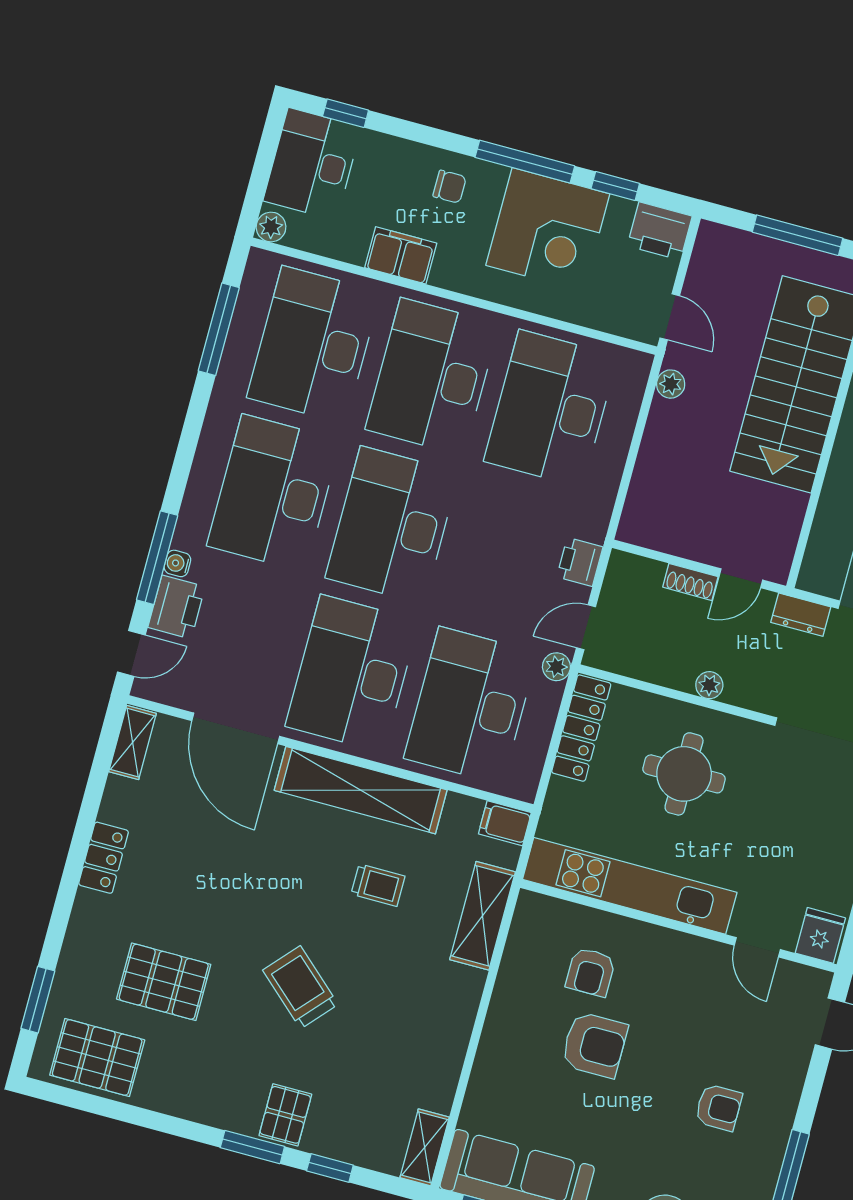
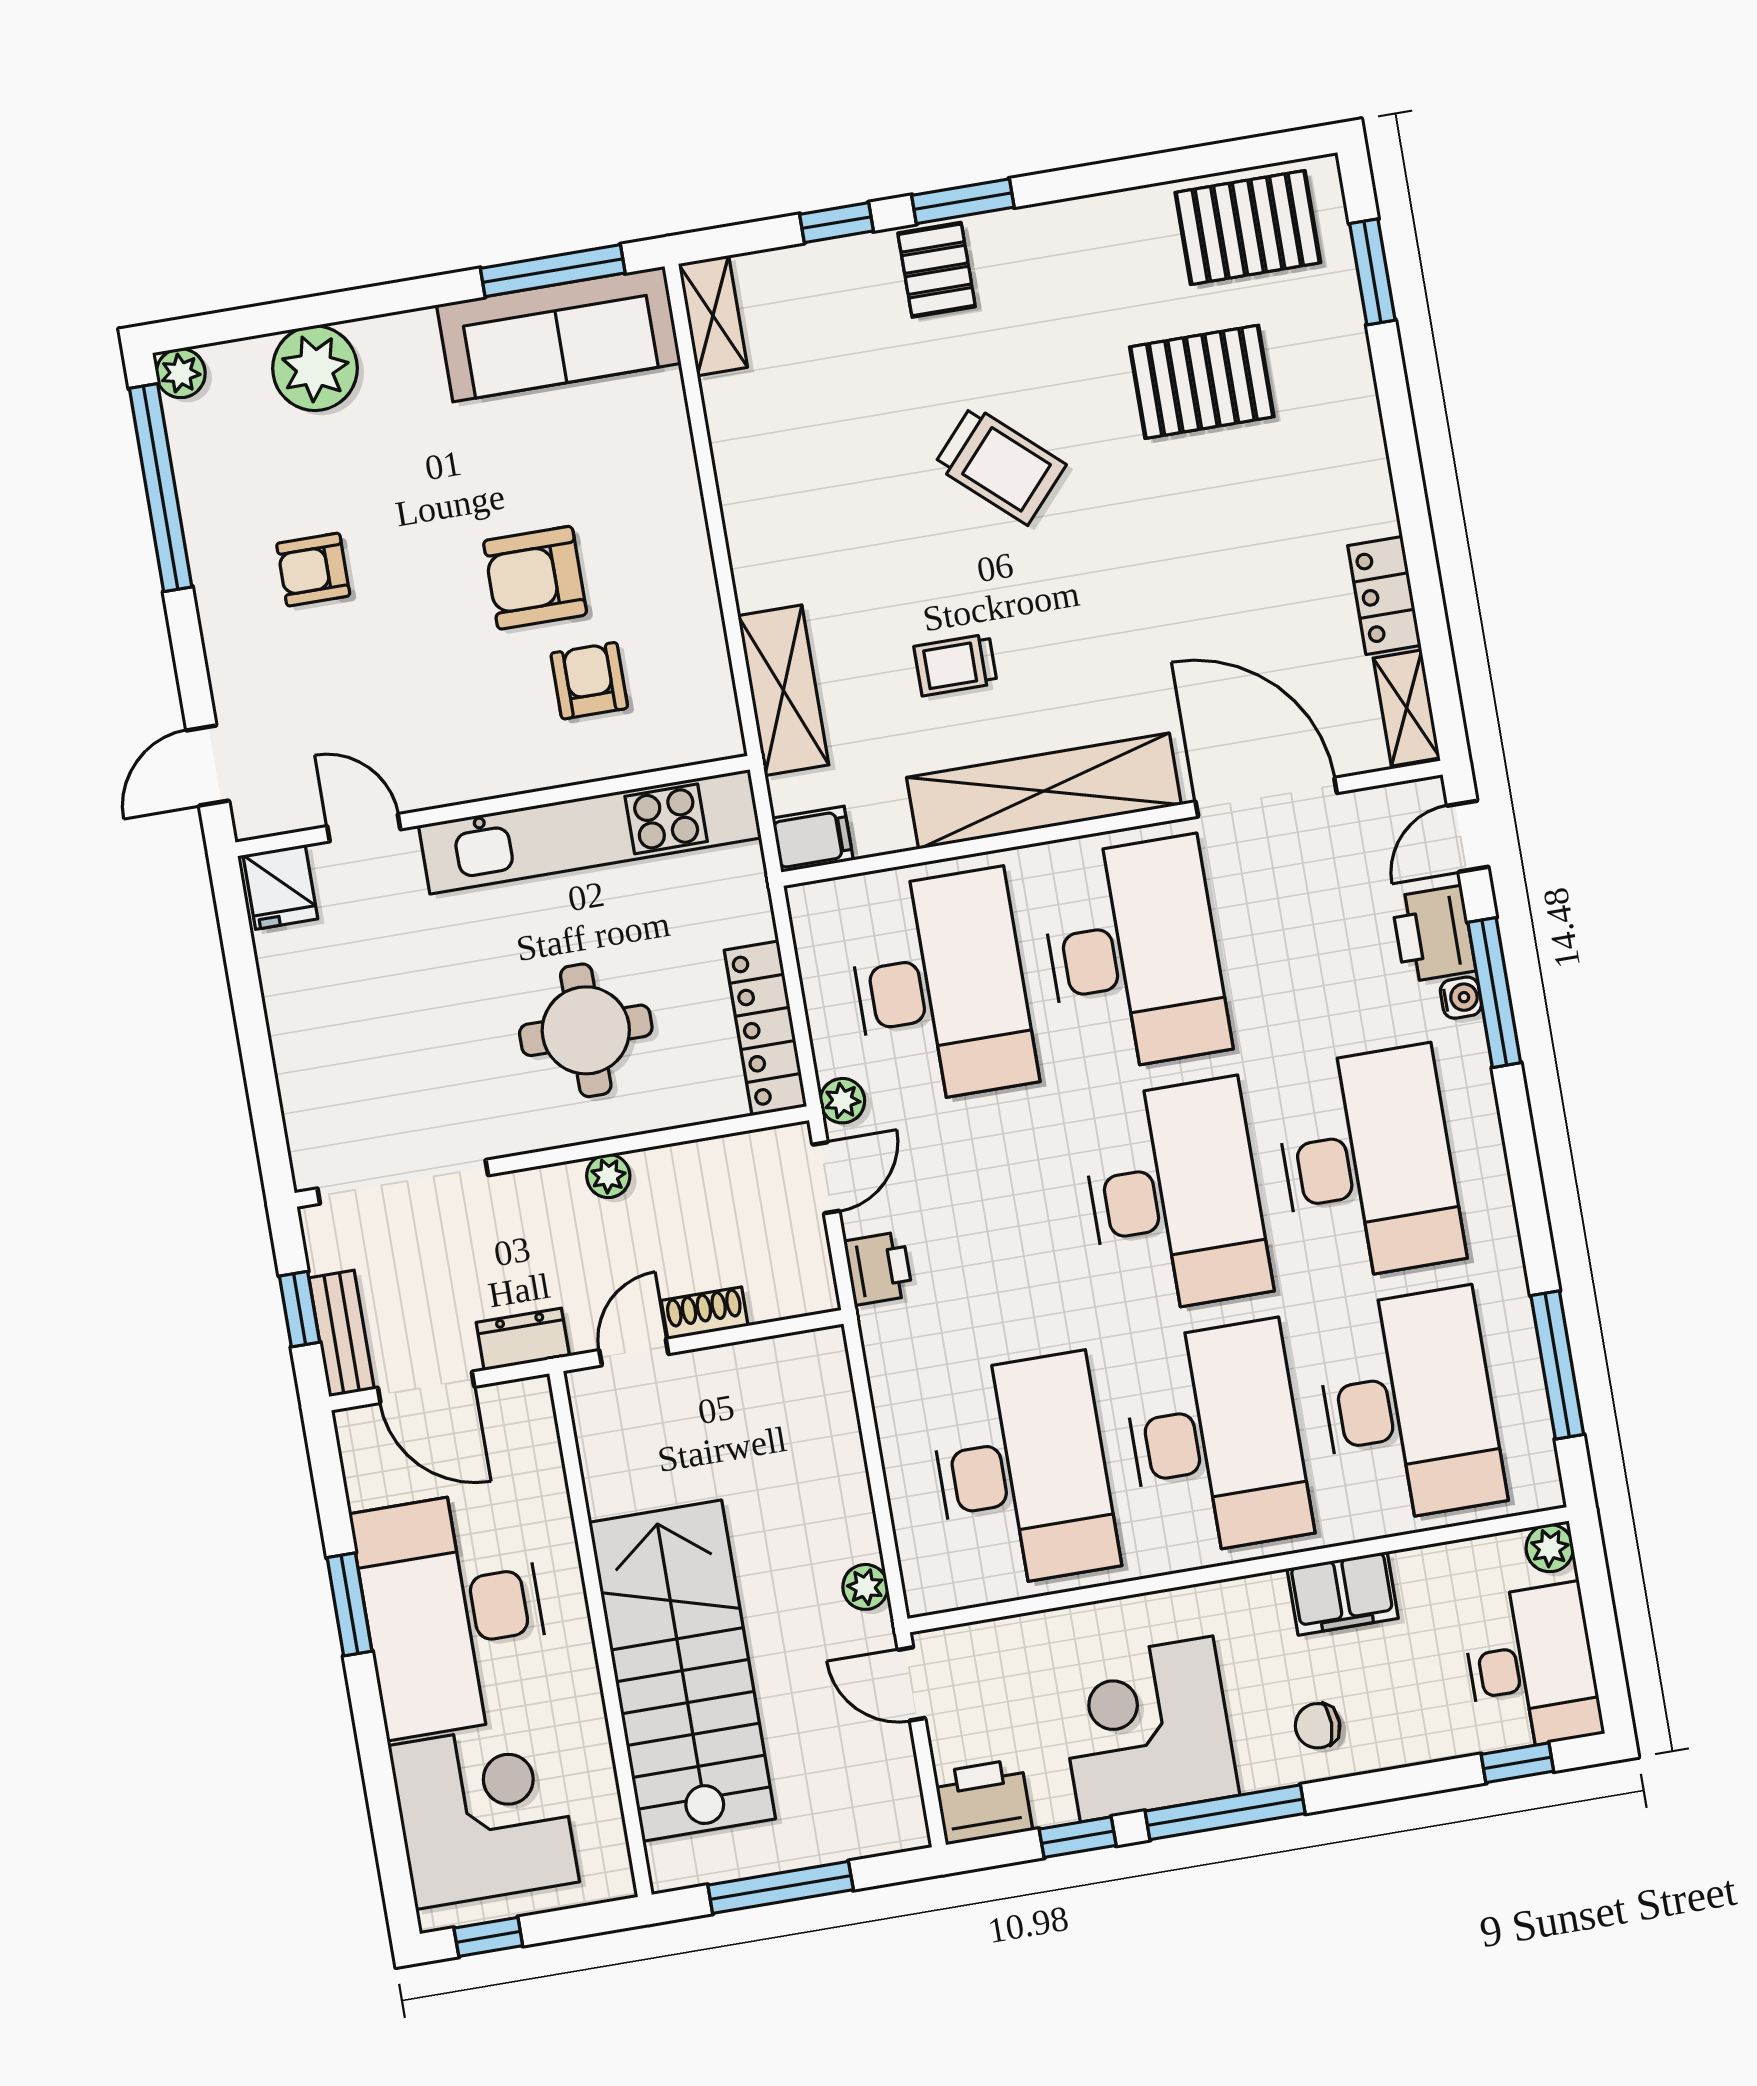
locker: (104, 858) -> (1384, 596), moved

